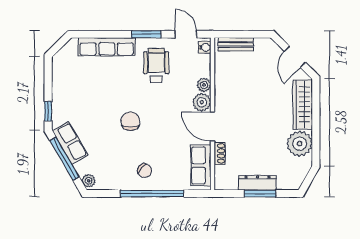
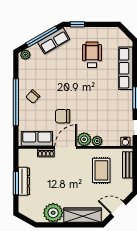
wheelchair: (156, 66) -> (92, 55), moved, turned -90
rug: (243, 79) -> (101, 170), added
chair: (130, 121) -> (63, 116), moved, turned 180

